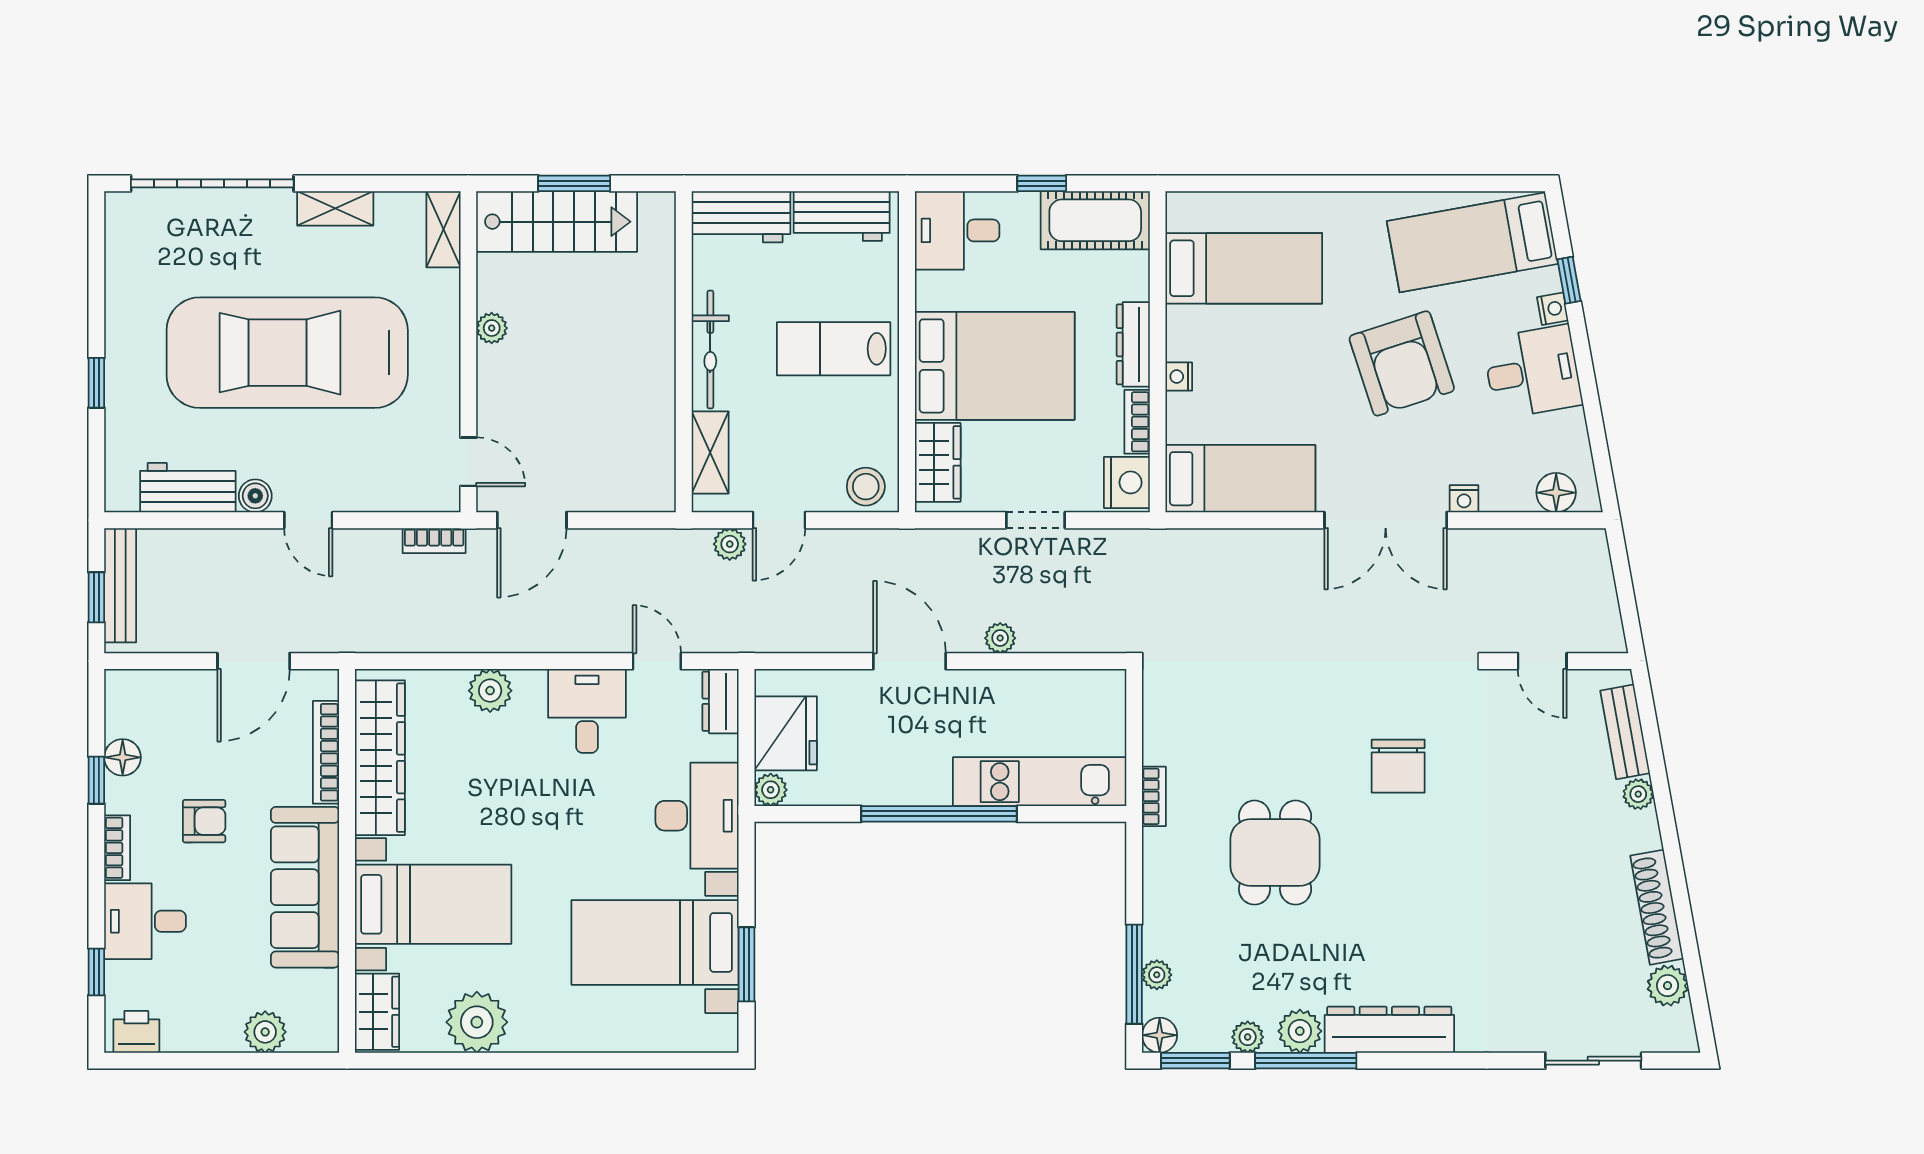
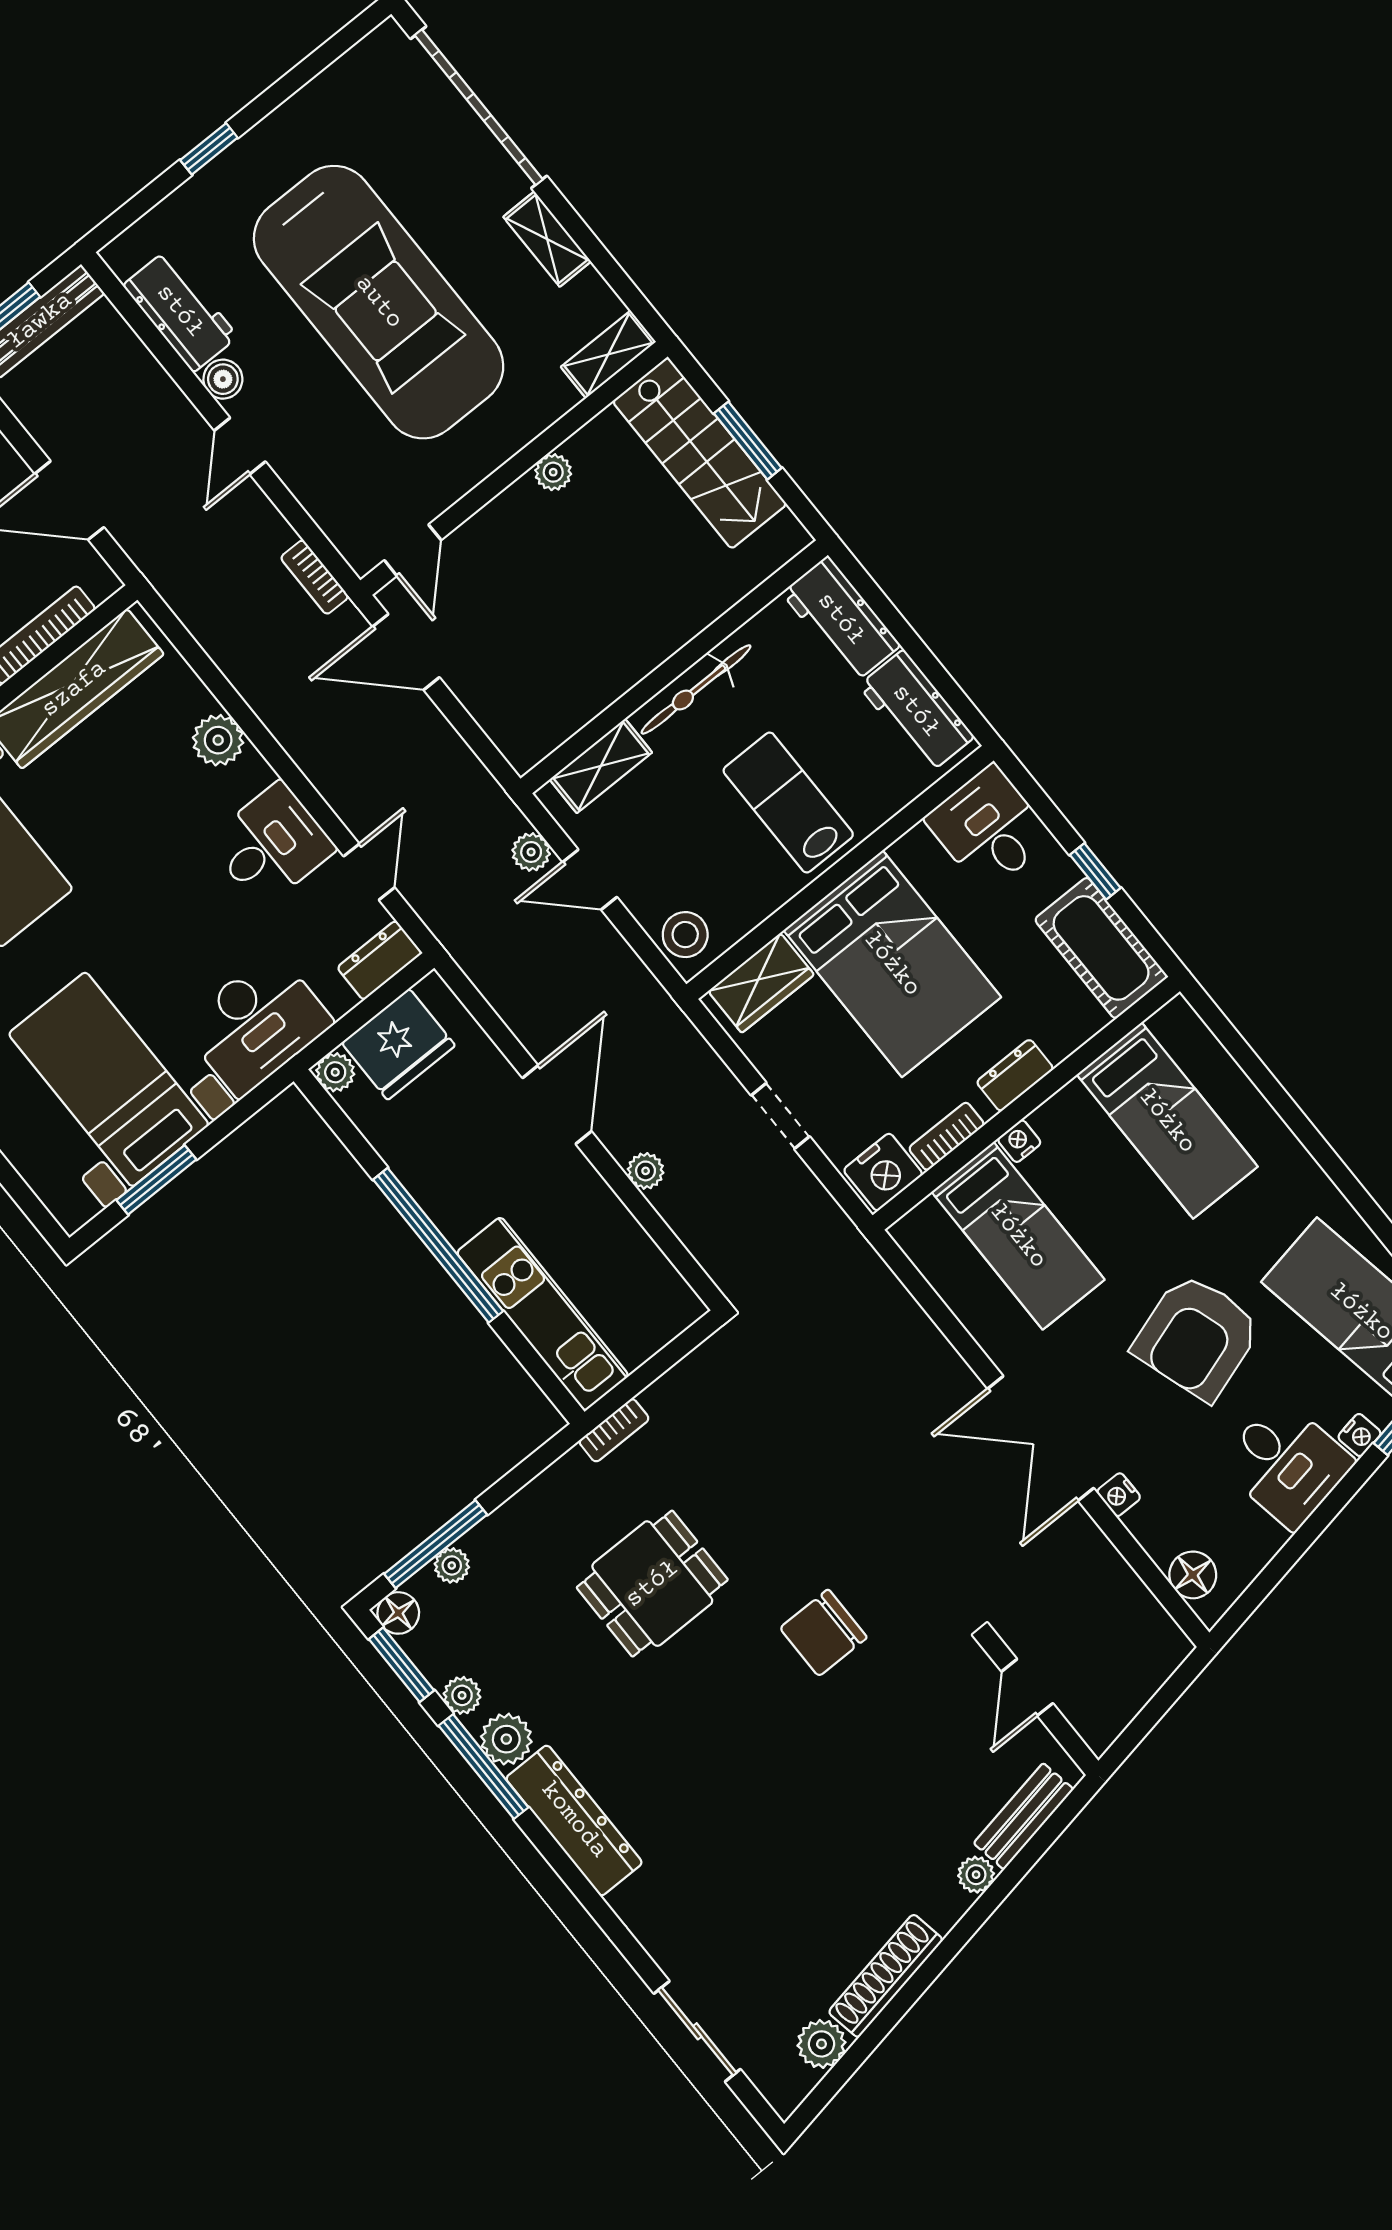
dresser: (1133, 344) -> (1015, 1075), width x0.70
car: (287, 353) -> (379, 302), turned 180
bed: (1240, 479) -> (1018, 1236), moved

